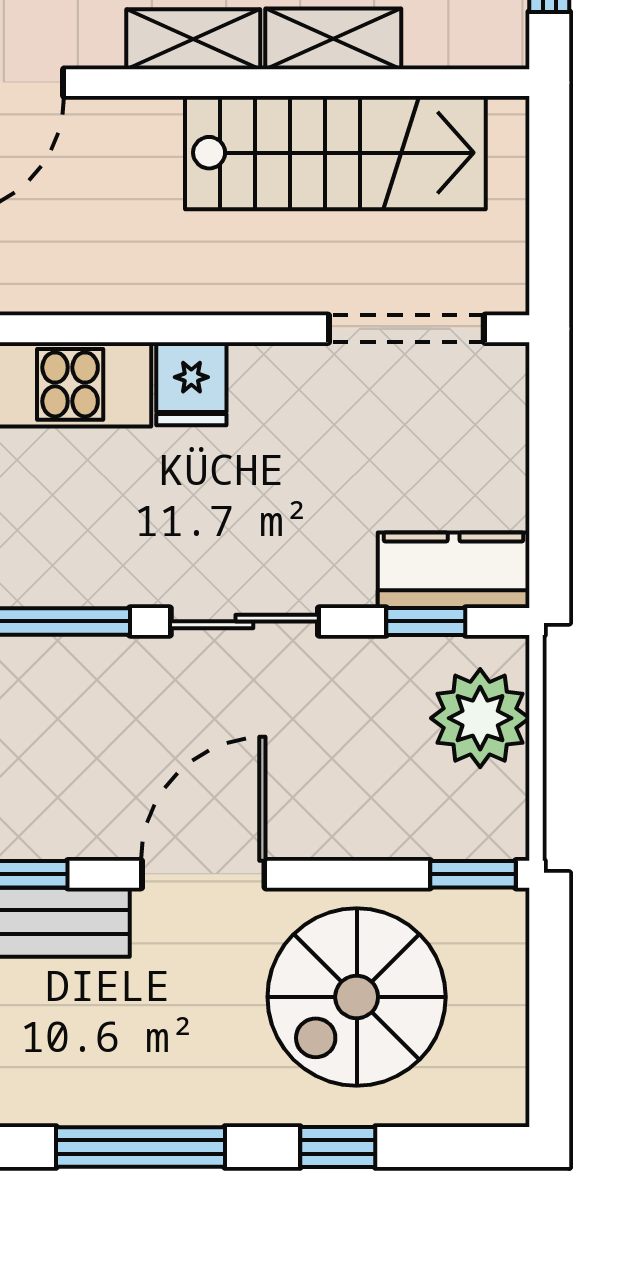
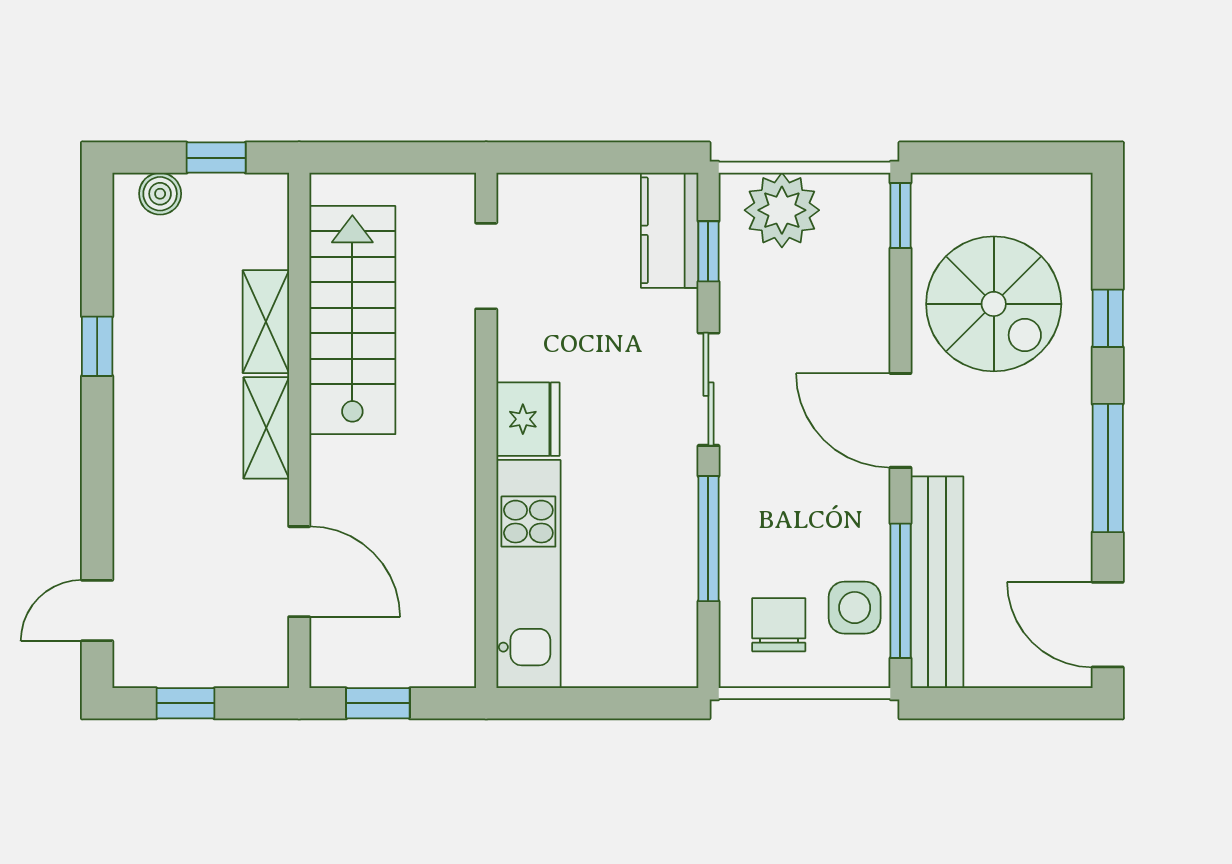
doorway: (406, 329) -> (486, 266), width x0.73
fridge: (191, 384) -> (528, 419), width x1.38

